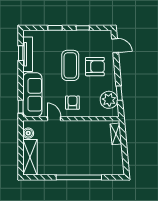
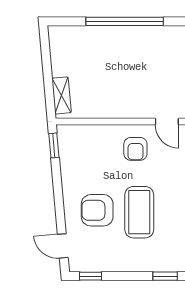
window: (83, 28) -> (91, 276), moved
window: (119, 93) -> (54, 145), moved
plant: (109, 100) -> (73, 154), removed

